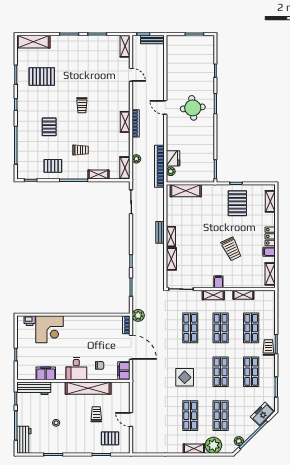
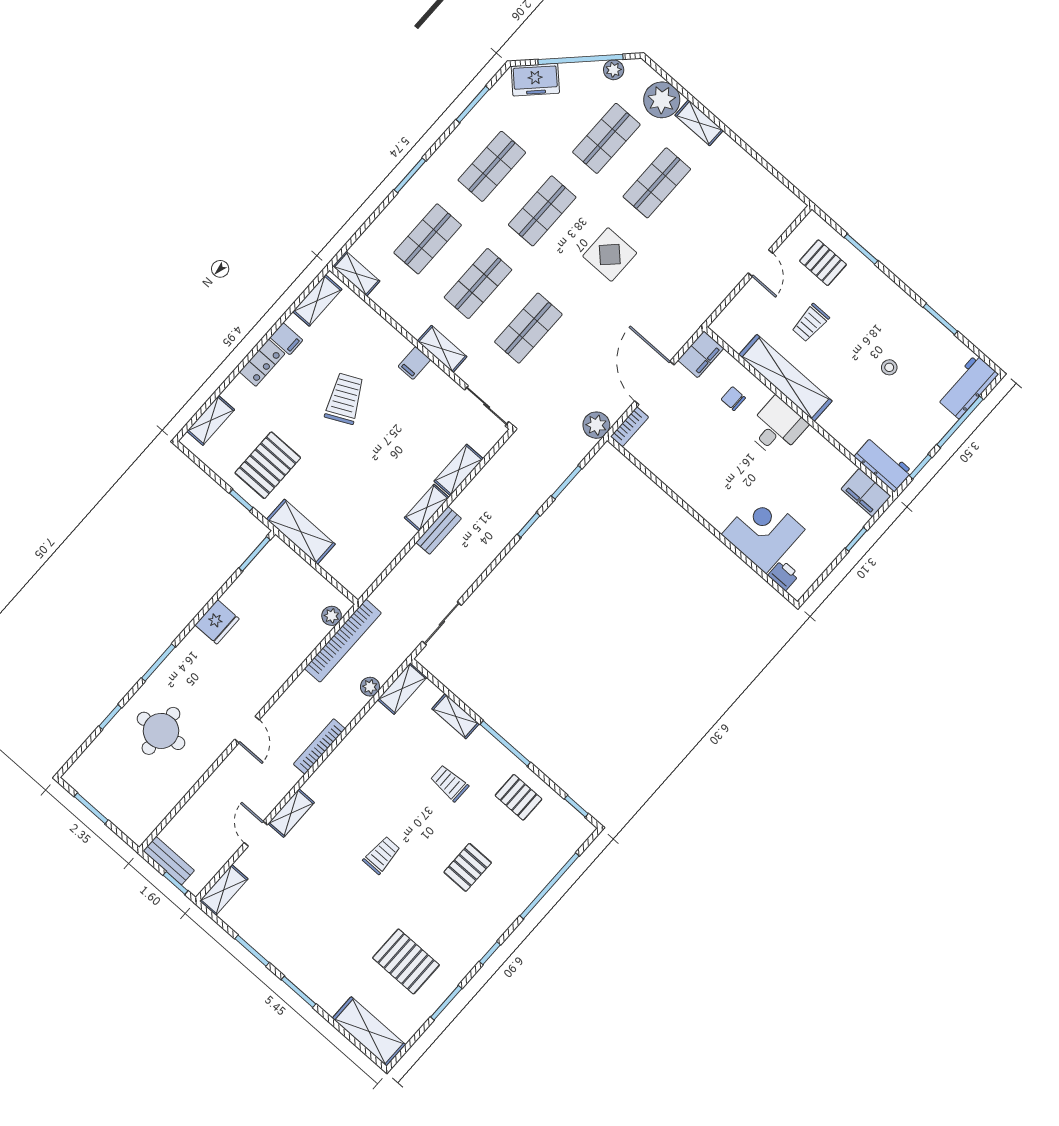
round table: (193, 108) -> (161, 731), moved
shelving: (125, 122) -> (291, 813), moved
fridge: (173, 158) -> (217, 622), moved, turned 180
shelving: (186, 191) -> (301, 532), moved
shelving: (243, 295) -> (356, 274), moved
trolley: (268, 348) -> (428, 181), removed
filing cabinet: (46, 373) -> (866, 493), moved
workbench: (34, 388) -> (883, 464), width x0.73

